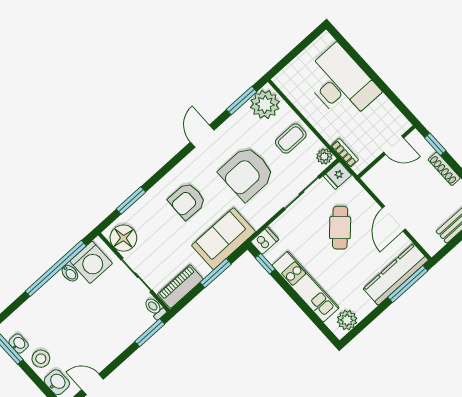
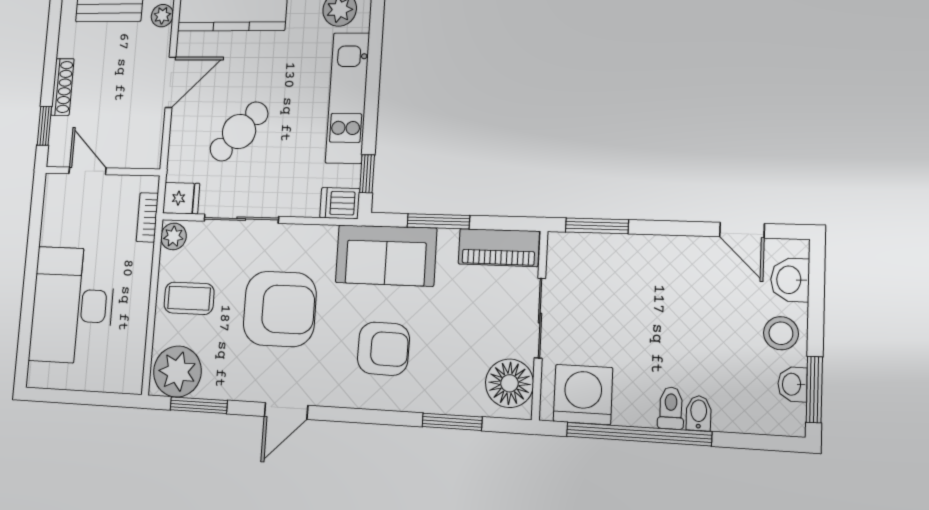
plant: (428, 243) -> (162, 16), added
bidet: (70, 273) -> (699, 413), moved
toilet: (155, 308) -> (671, 408), moved, turned 180

